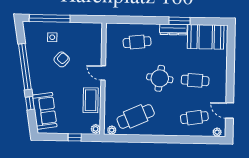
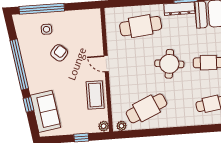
cafe table: (137, 42) -> (141, 26), width x1.37, depth x1.35

